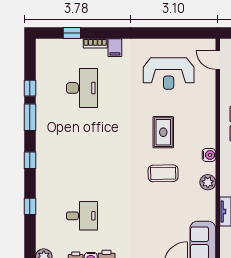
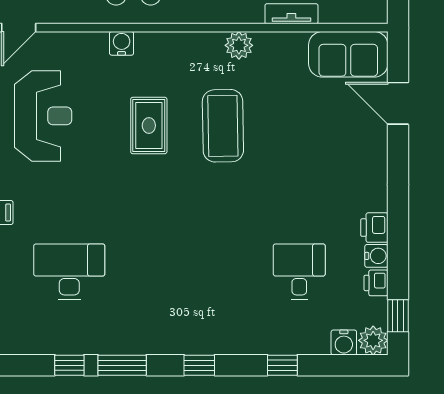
rug: (163, 132) -> (149, 126), turned 90
water cooler: (209, 155) -> (122, 43), moved
coffee table: (163, 173) -> (223, 126), width x1.36, depth x1.32
water cooler: (43, 241) -> (344, 343), added

